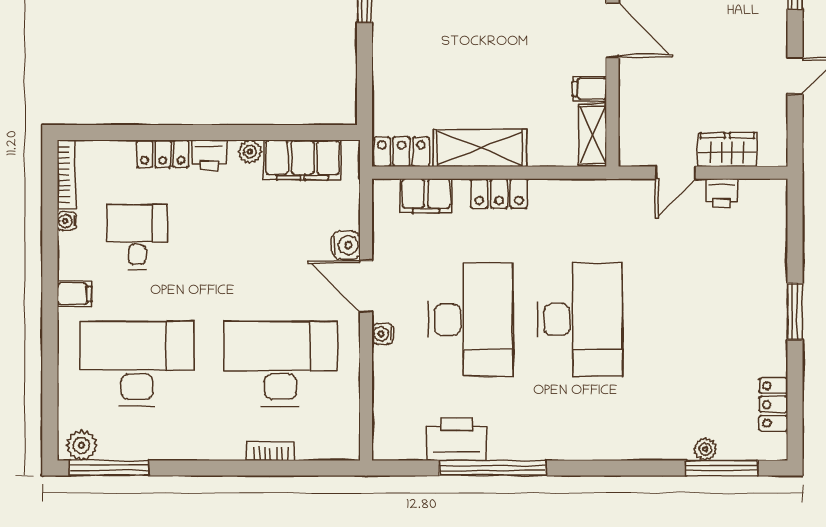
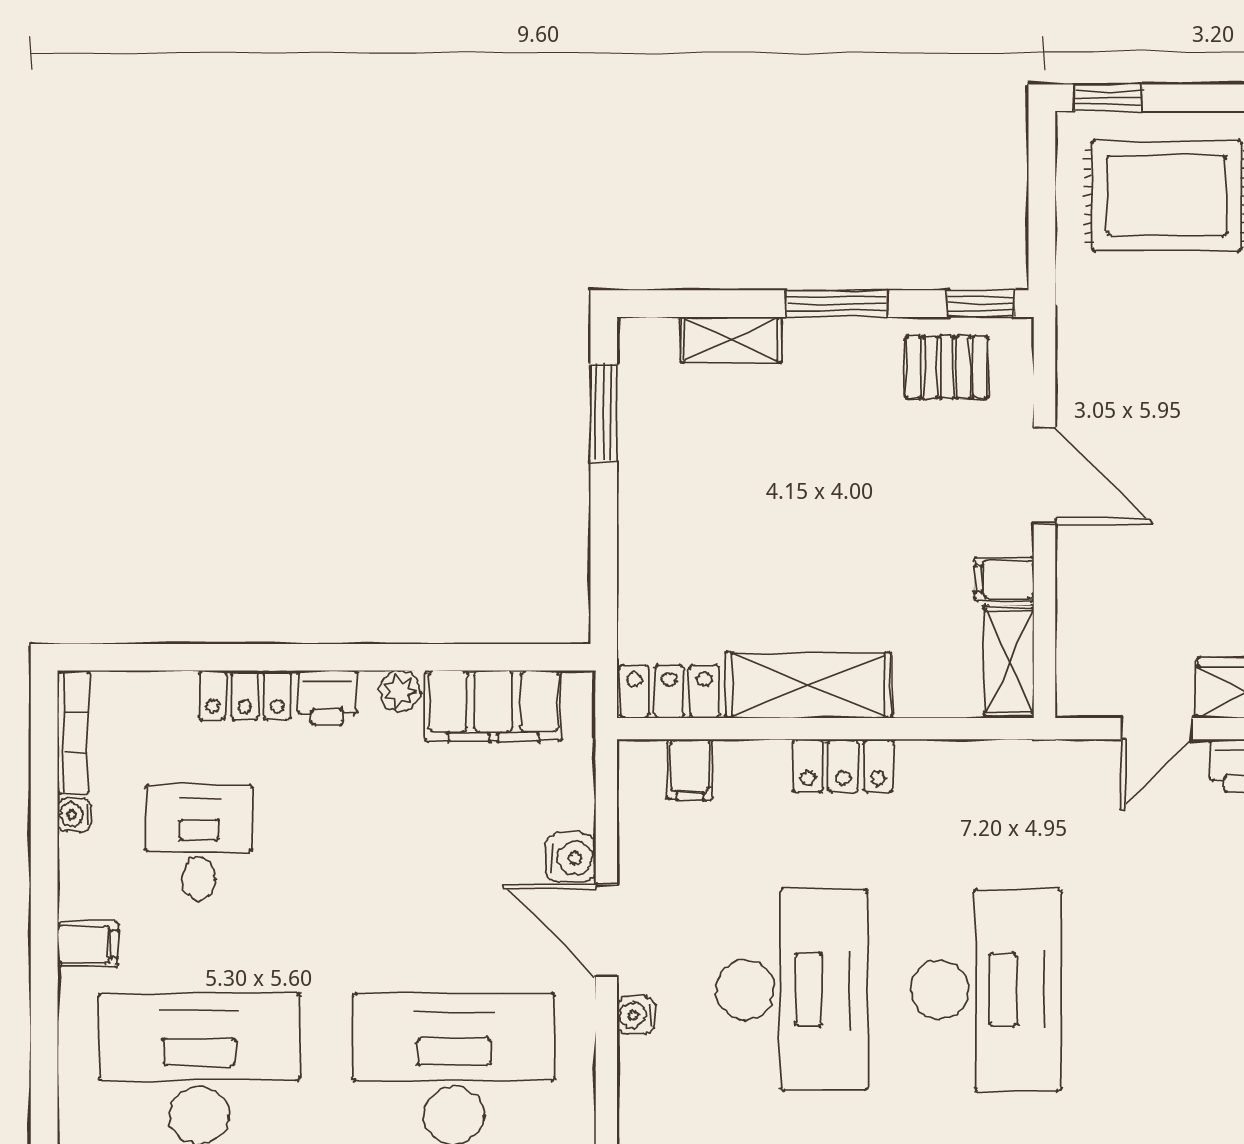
filing cabinet: (426, 196) -> (690, 770), width x0.50

